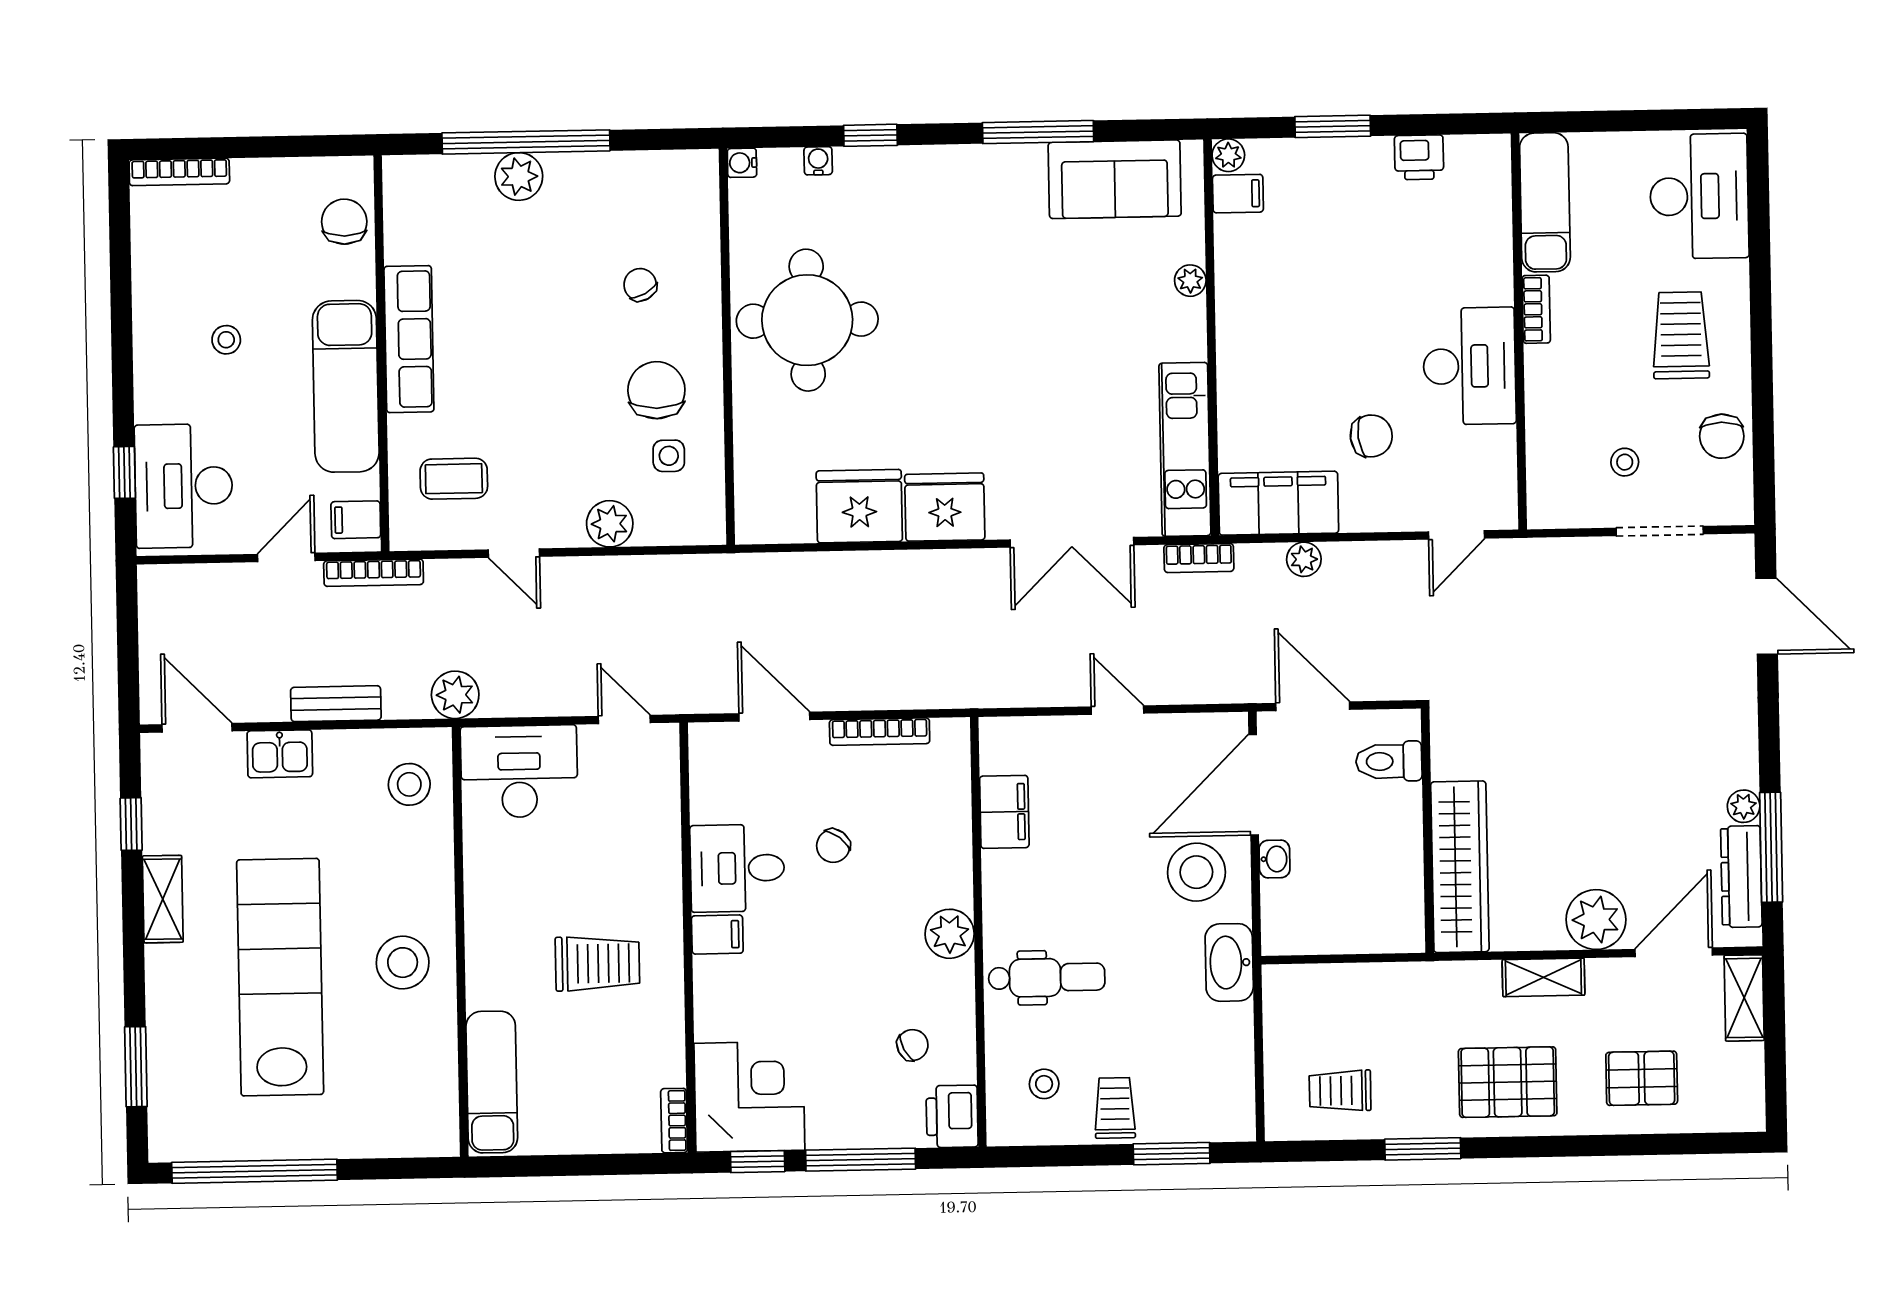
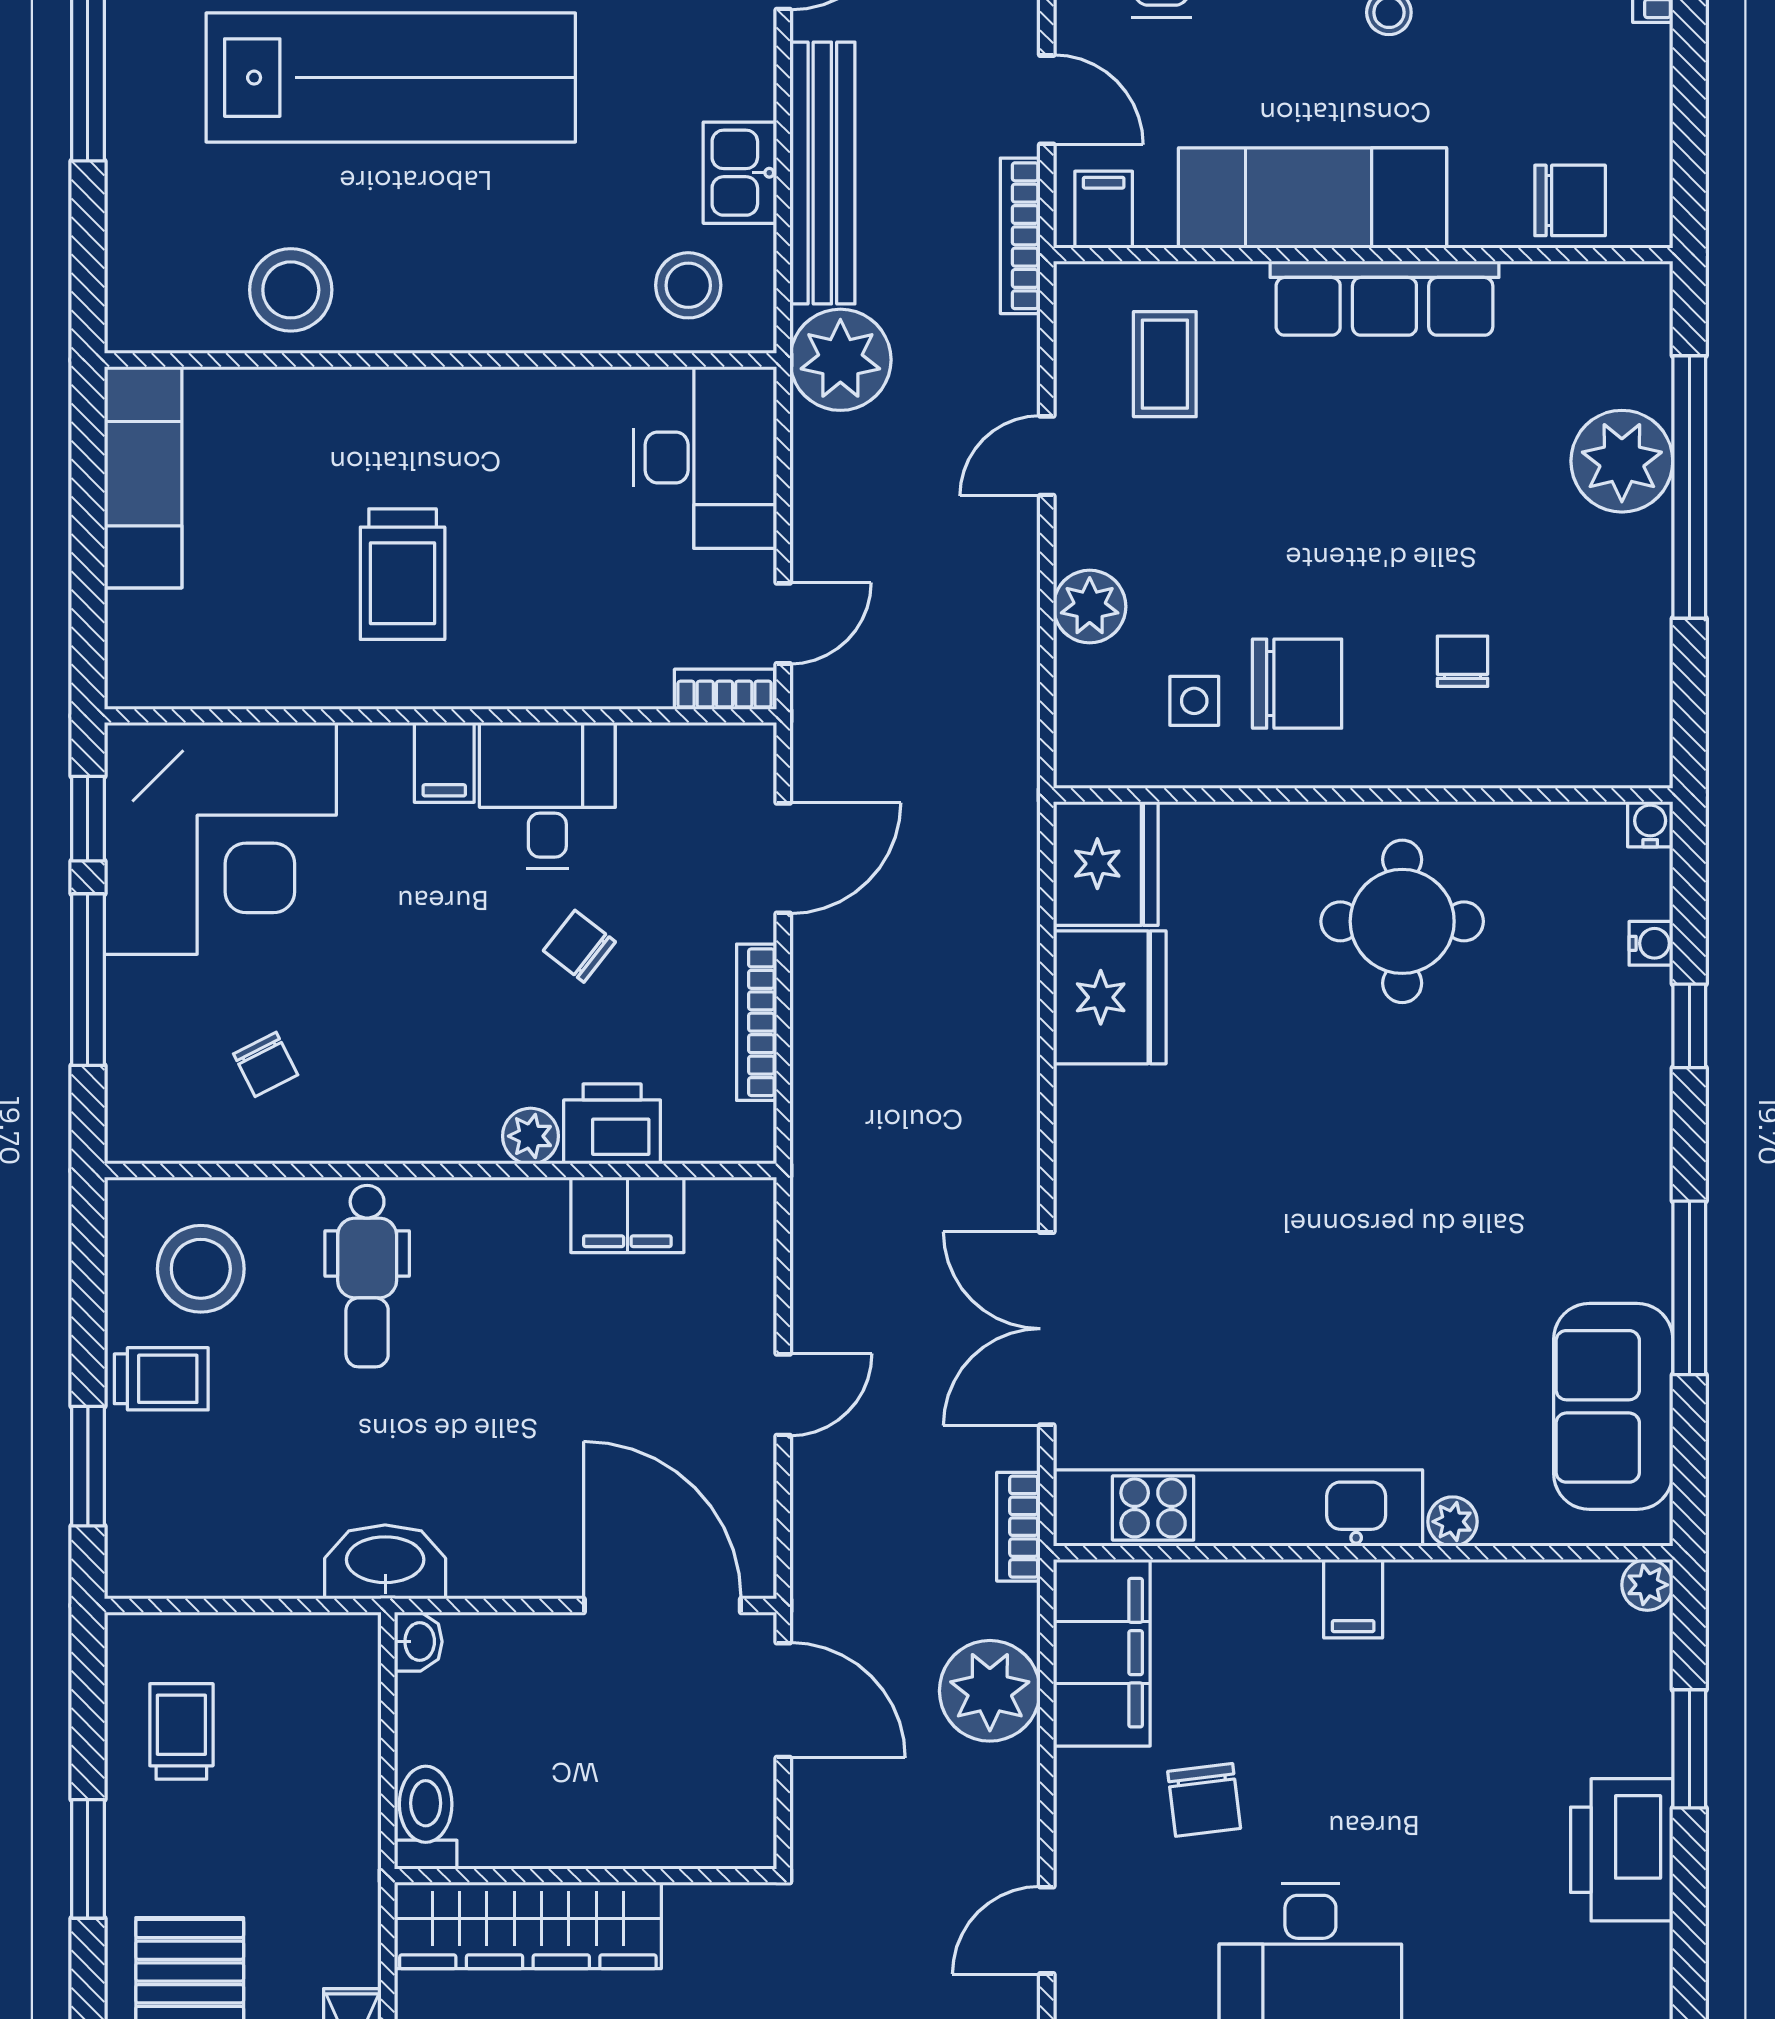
printer: (1419, 157) -> (1622, 1850), width x1.87, depth x1.48
plant: (519, 176) -> (1622, 461), width x1.36, depth x1.36
filing cabinet: (1238, 194) -> (1353, 1599), moved
chair: (640, 285) -> (1462, 661), turned -61
round table: (807, 320) -> (1402, 921), width x0.73, depth x0.73
kitchen unit: (1185, 449) -> (1238, 1508), width x1.36
fridge: (945, 507) -> (1106, 864), moved
door: (1457, 535) -> (1047, 1930), hinge flipped
plant: (1304, 559) -> (990, 1691), width x1.87, depth x1.87
plant: (455, 695) -> (840, 360), width x1.36, depth x1.36
bench: (336, 704) -> (822, 173), width x1.86, depth x1.21
door: (1313, 706) -> (783, 1700), hinge flipped
kitchen sink: (280, 754) -> (740, 173), moved
toilet: (1389, 761) -> (426, 1818), moved
washbasin: (1275, 859) -> (418, 1642), moved, turned -90
stool: (1196, 872) -> (527, 1513), removed
plant: (950, 934) -> (531, 1136), moved, width x0.73, depth x0.73
stool: (403, 963) -> (291, 290), moved
exam couch: (492, 1082) -> (143, 477), moved, turned -90
stool: (1044, 1084) -> (201, 1269), width x1.89, depth x1.89
corner desk: (749, 1097) -> (220, 838), width x1.36, depth x1.36
printer: (952, 1116) -> (612, 1124), moved
bookcase: (674, 1121) -> (725, 689), moved

